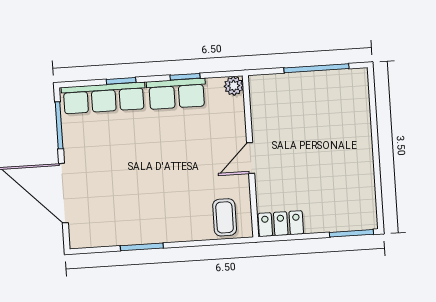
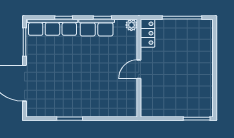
coffee table: (225, 217) -> (121, 104), removed
locker: (281, 224) -> (147, 33), moved, turned 90

